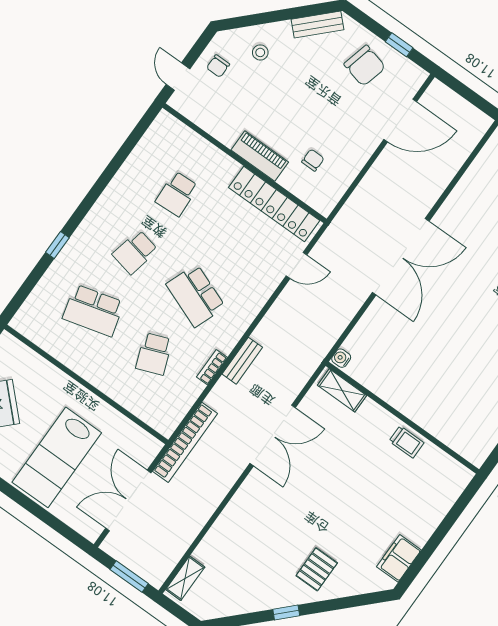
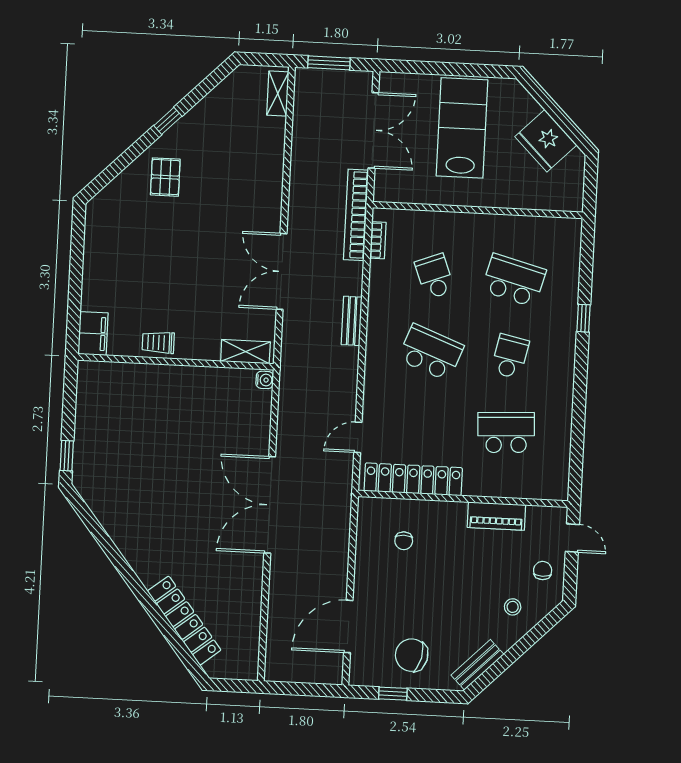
piano: (260, 156) -> (496, 516), moved
school desk: (177, 194) -> (506, 433), width x1.85
school desk: (93, 310) -> (514, 280), turned 30
bookcase: (212, 367) -> (378, 240), moved
filing cabinet: (399, 558) -> (93, 334), moved

